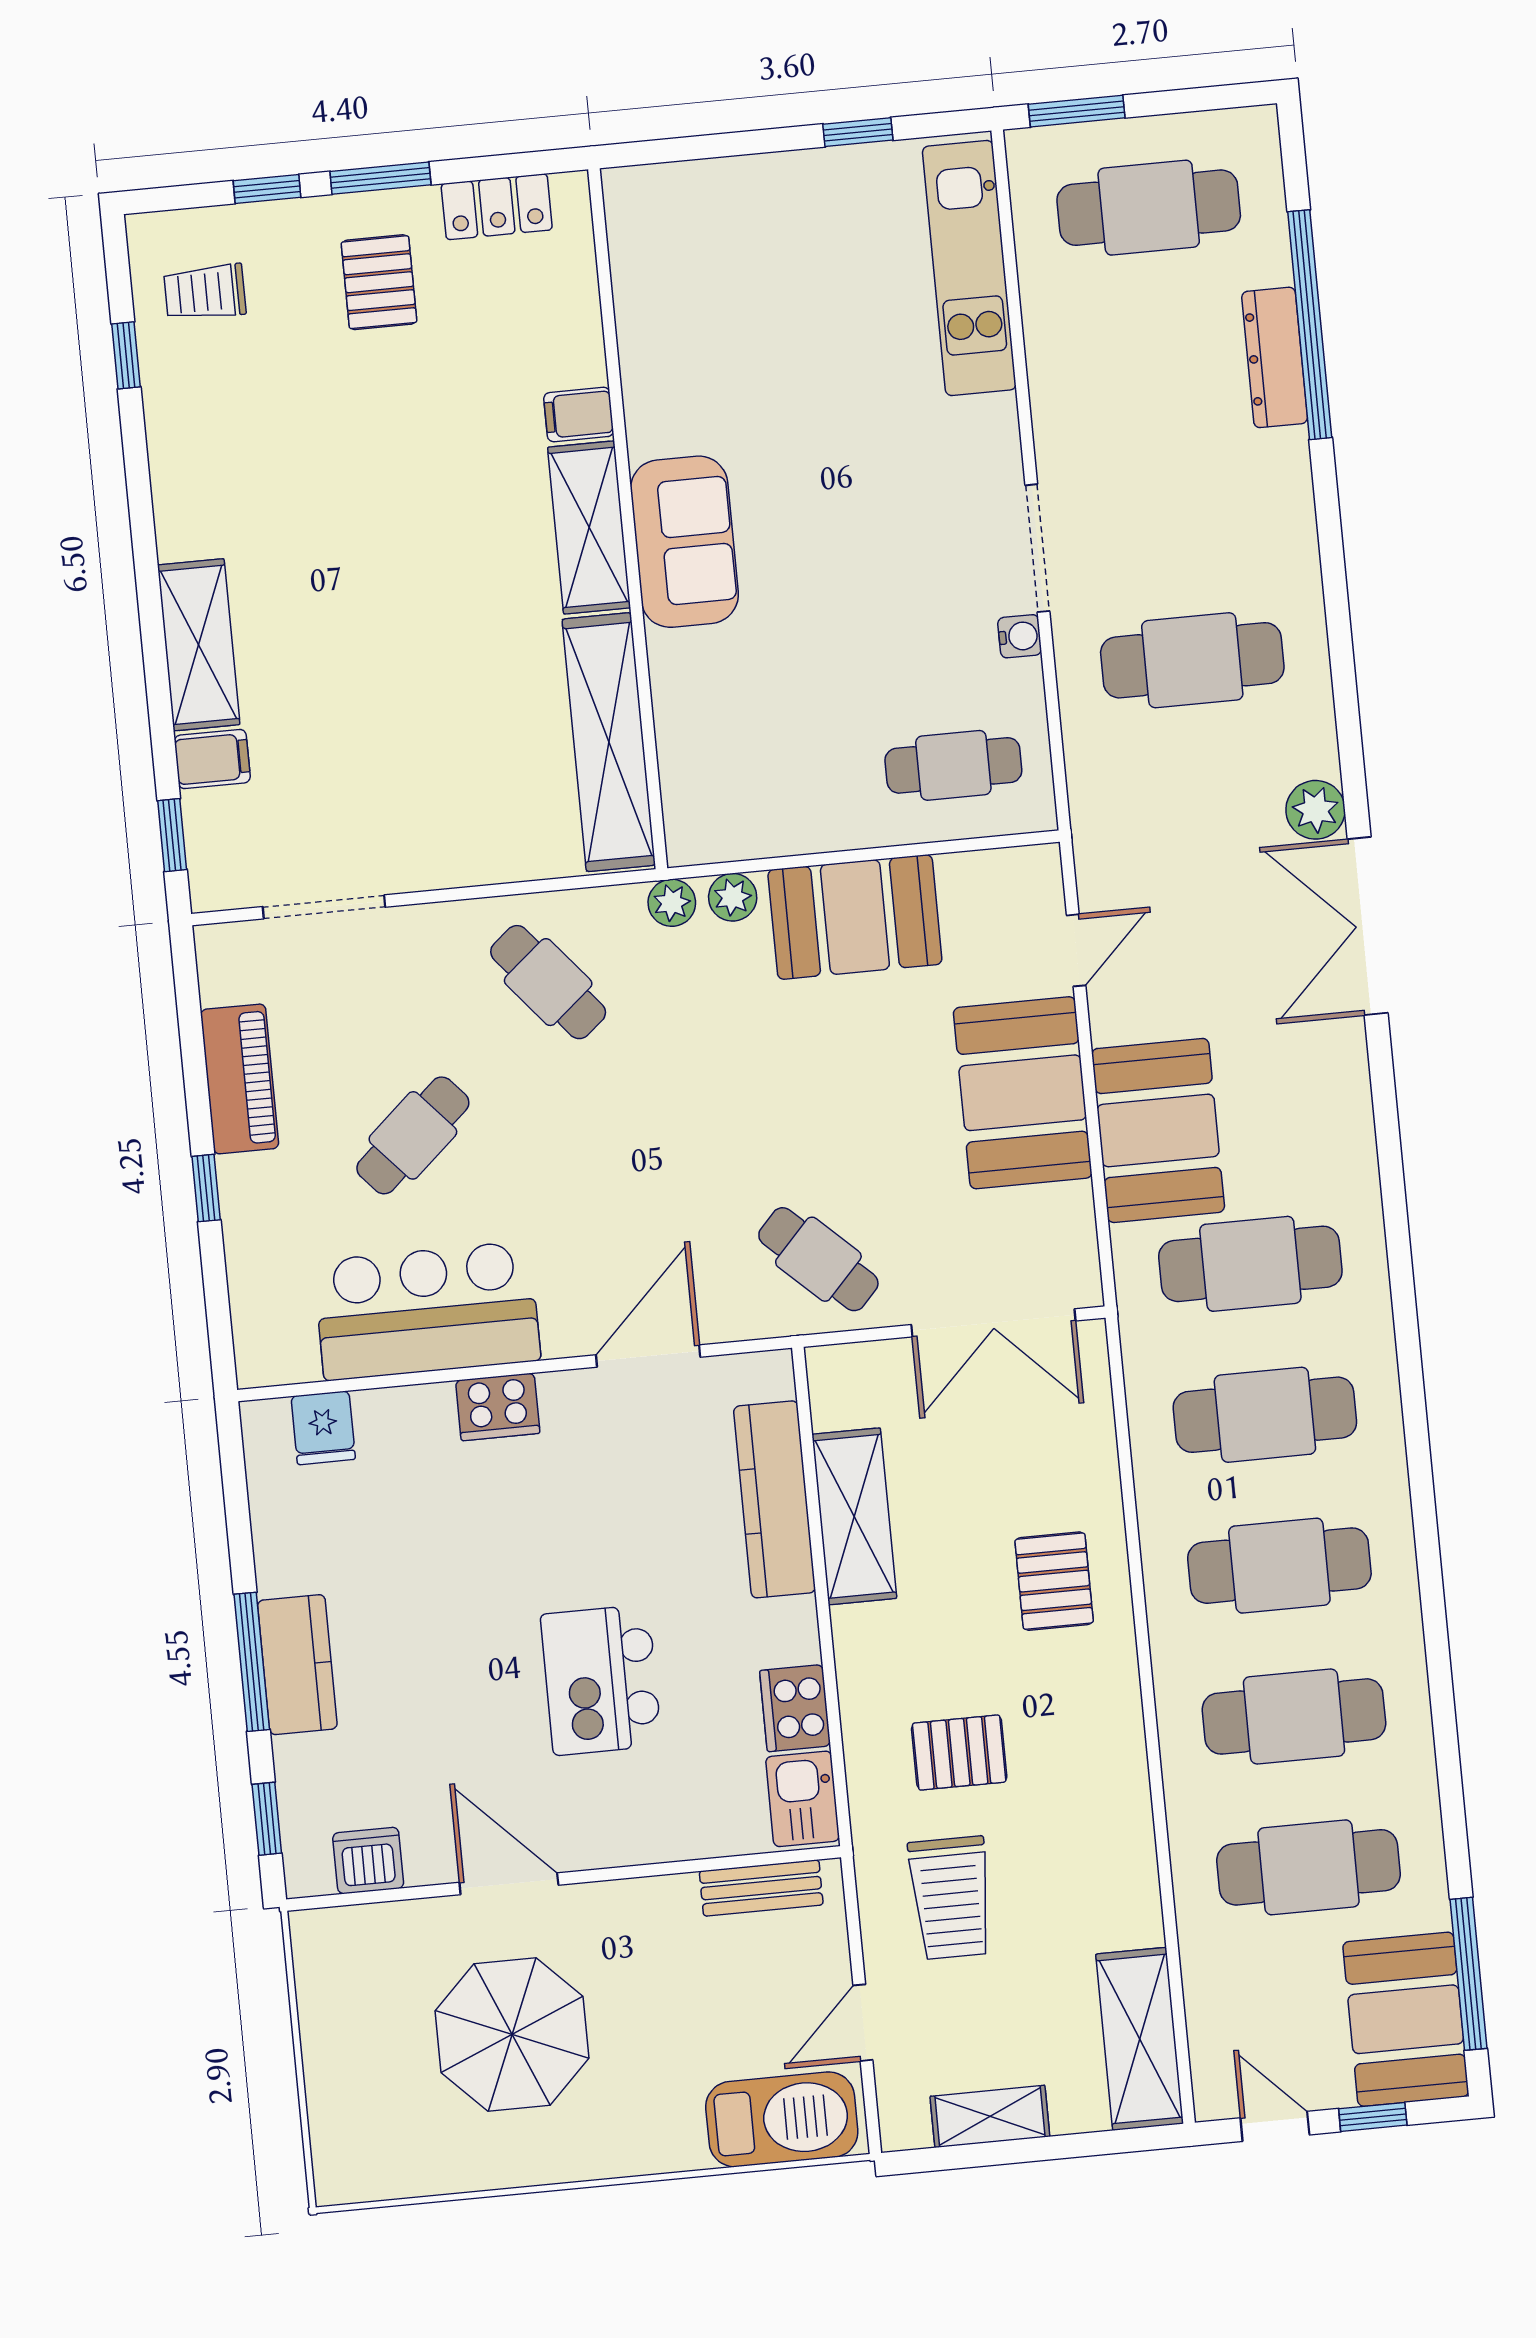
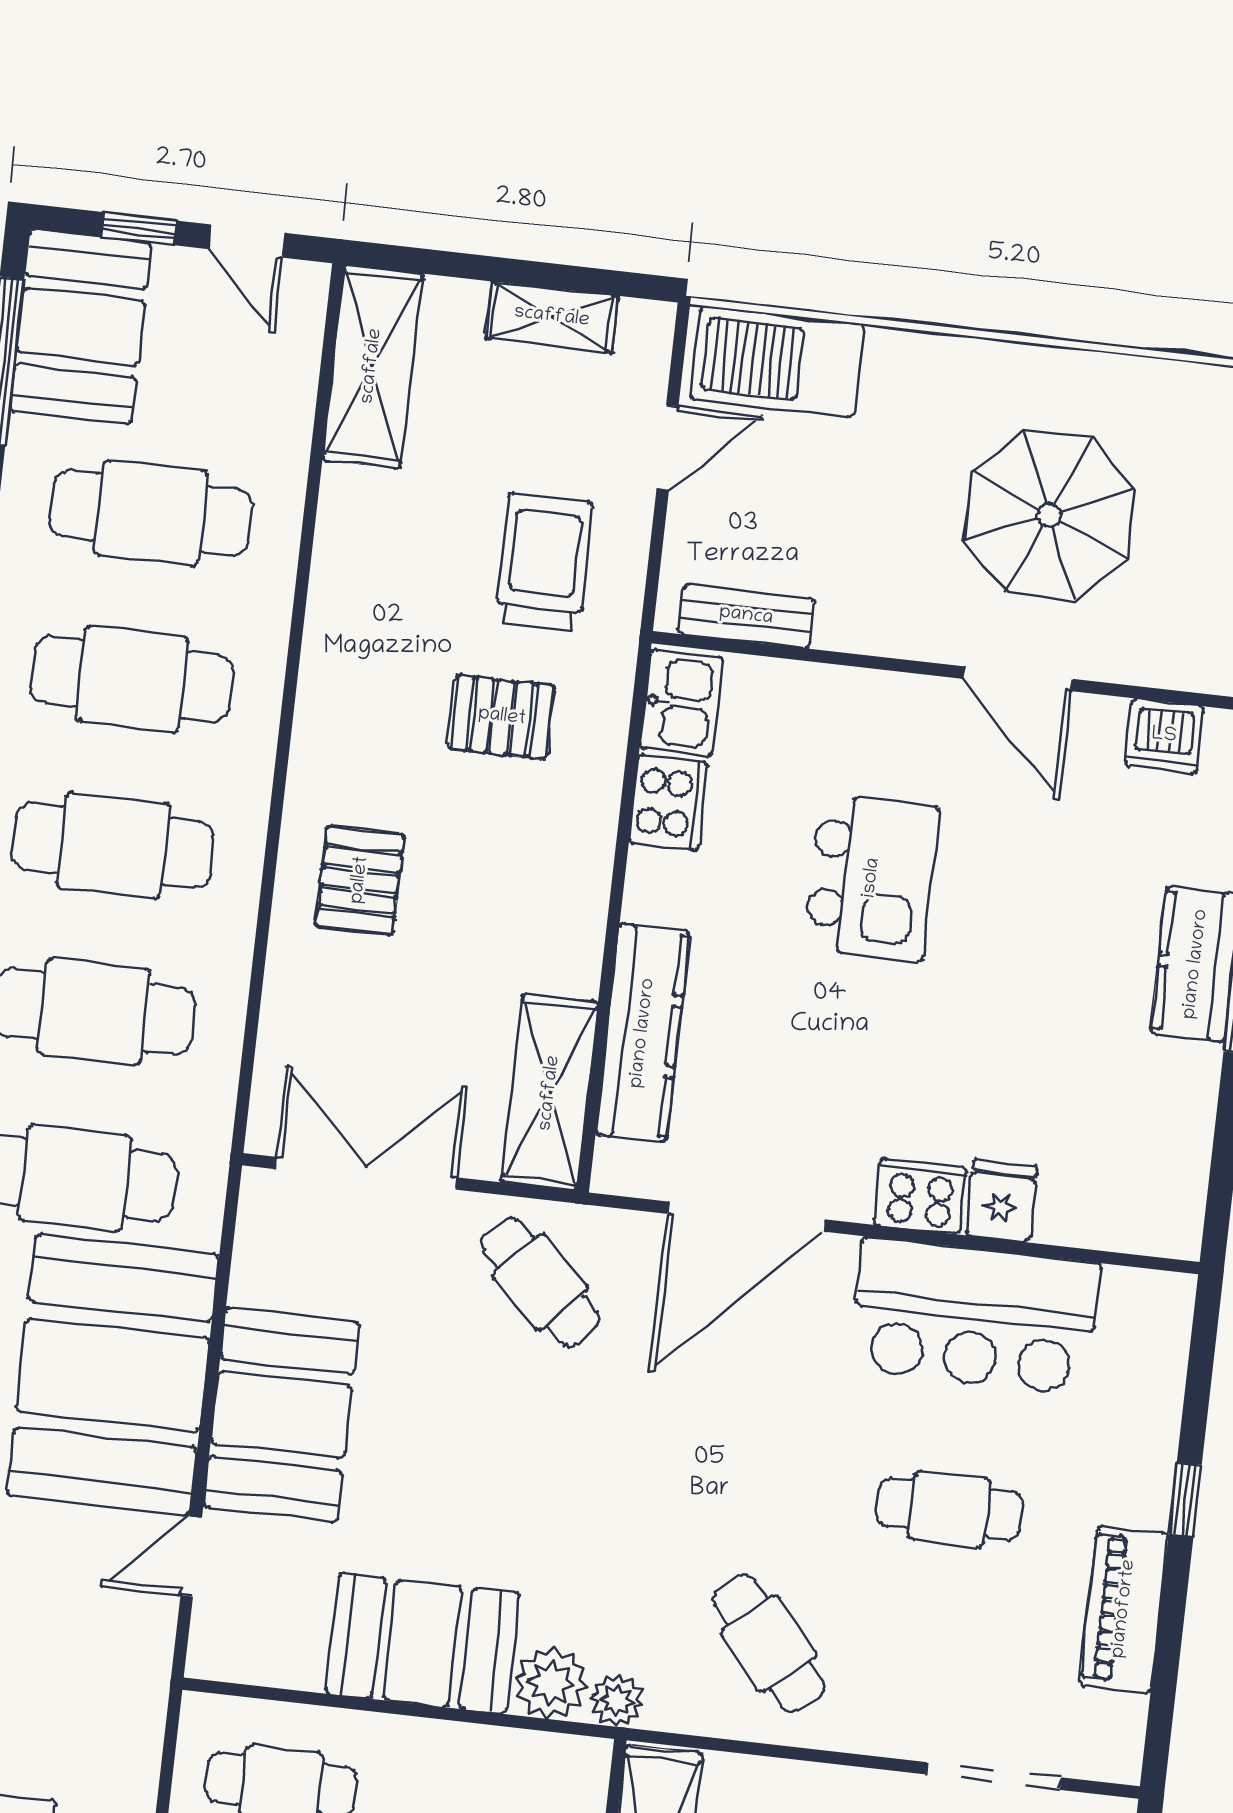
plant: (733, 897) -> (551, 1683), width x1.38, depth x1.38
booth: (1158, 1130) -> (113, 1375), width x1.36, depth x1.42
cafe table: (413, 1135) -> (950, 1509), turned 42
door: (648, 1356) -> (746, 1217), width x1.36
fridge: (323, 1428) -> (1001, 1201), moved
shelving: (854, 1516) -> (550, 1093), moved

